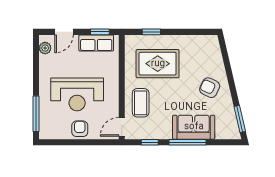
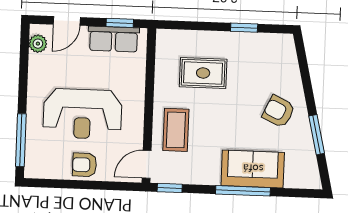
window: (151, 32) -> (244, 28), moved
rug: (158, 64) -> (203, 73), width x0.73, depth x0.70
window: (240, 119) -> (317, 135), moved
armchair: (80, 129) -> (85, 165), turned -90
window: (150, 142) -> (170, 188), moved

